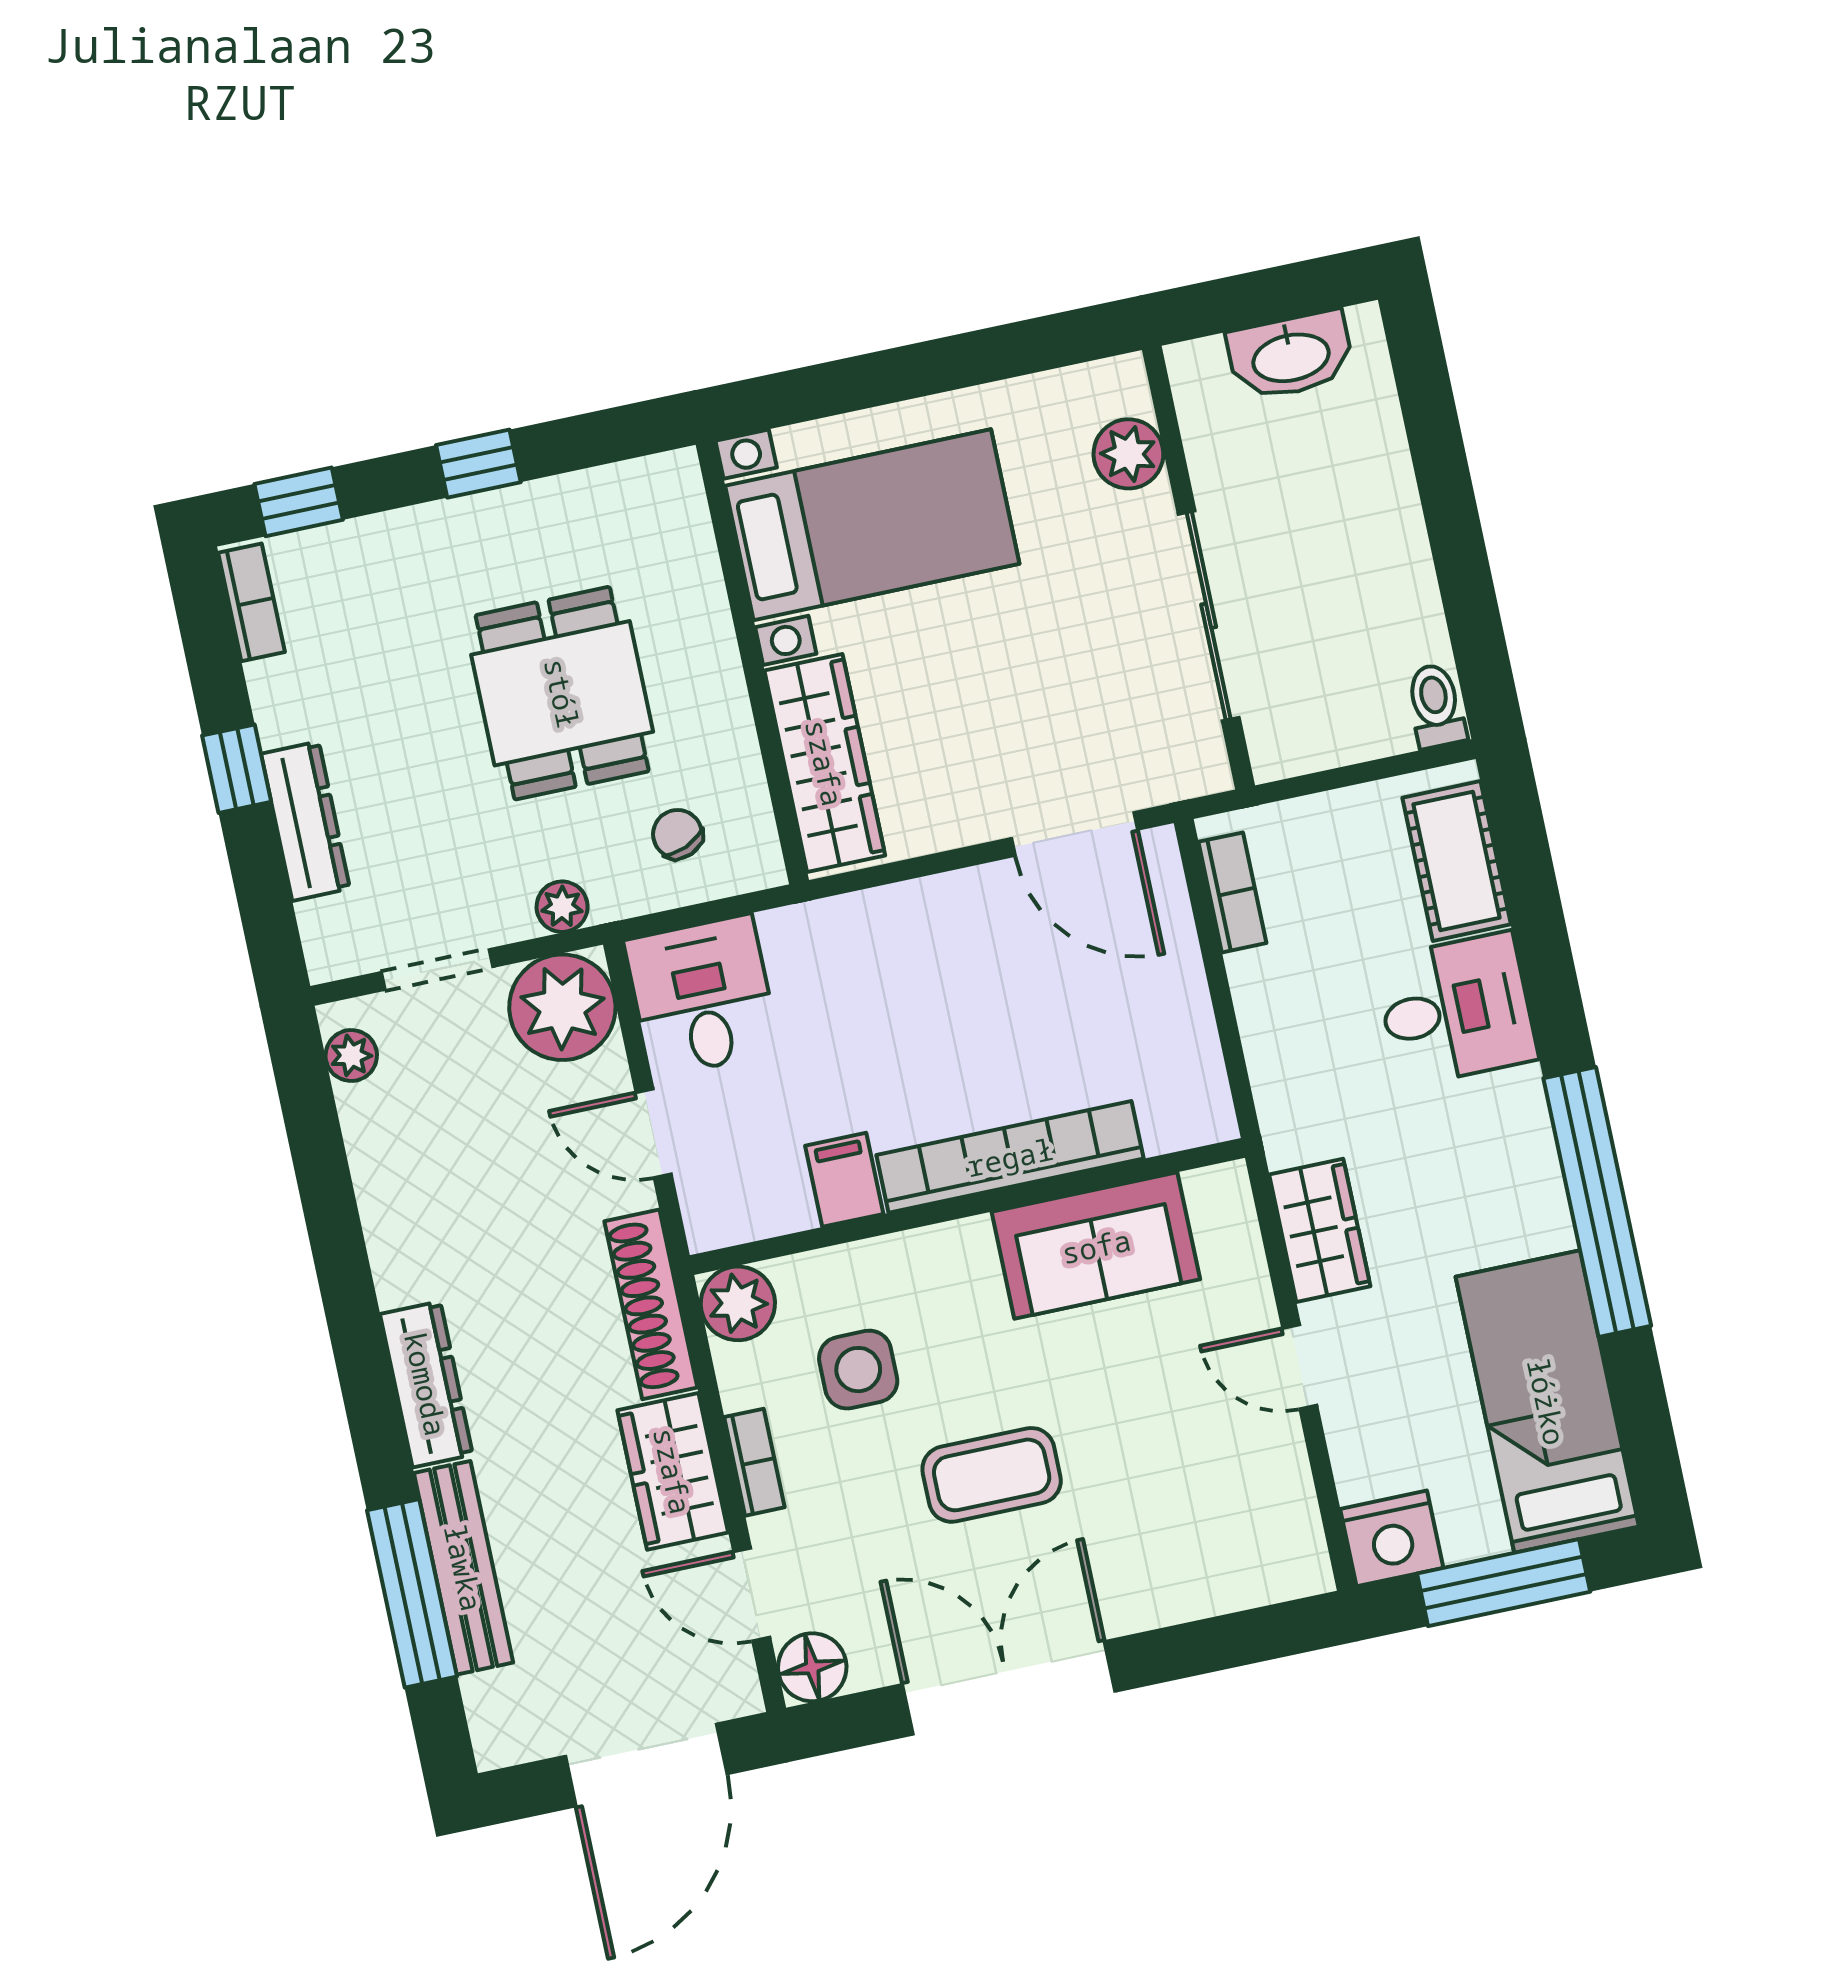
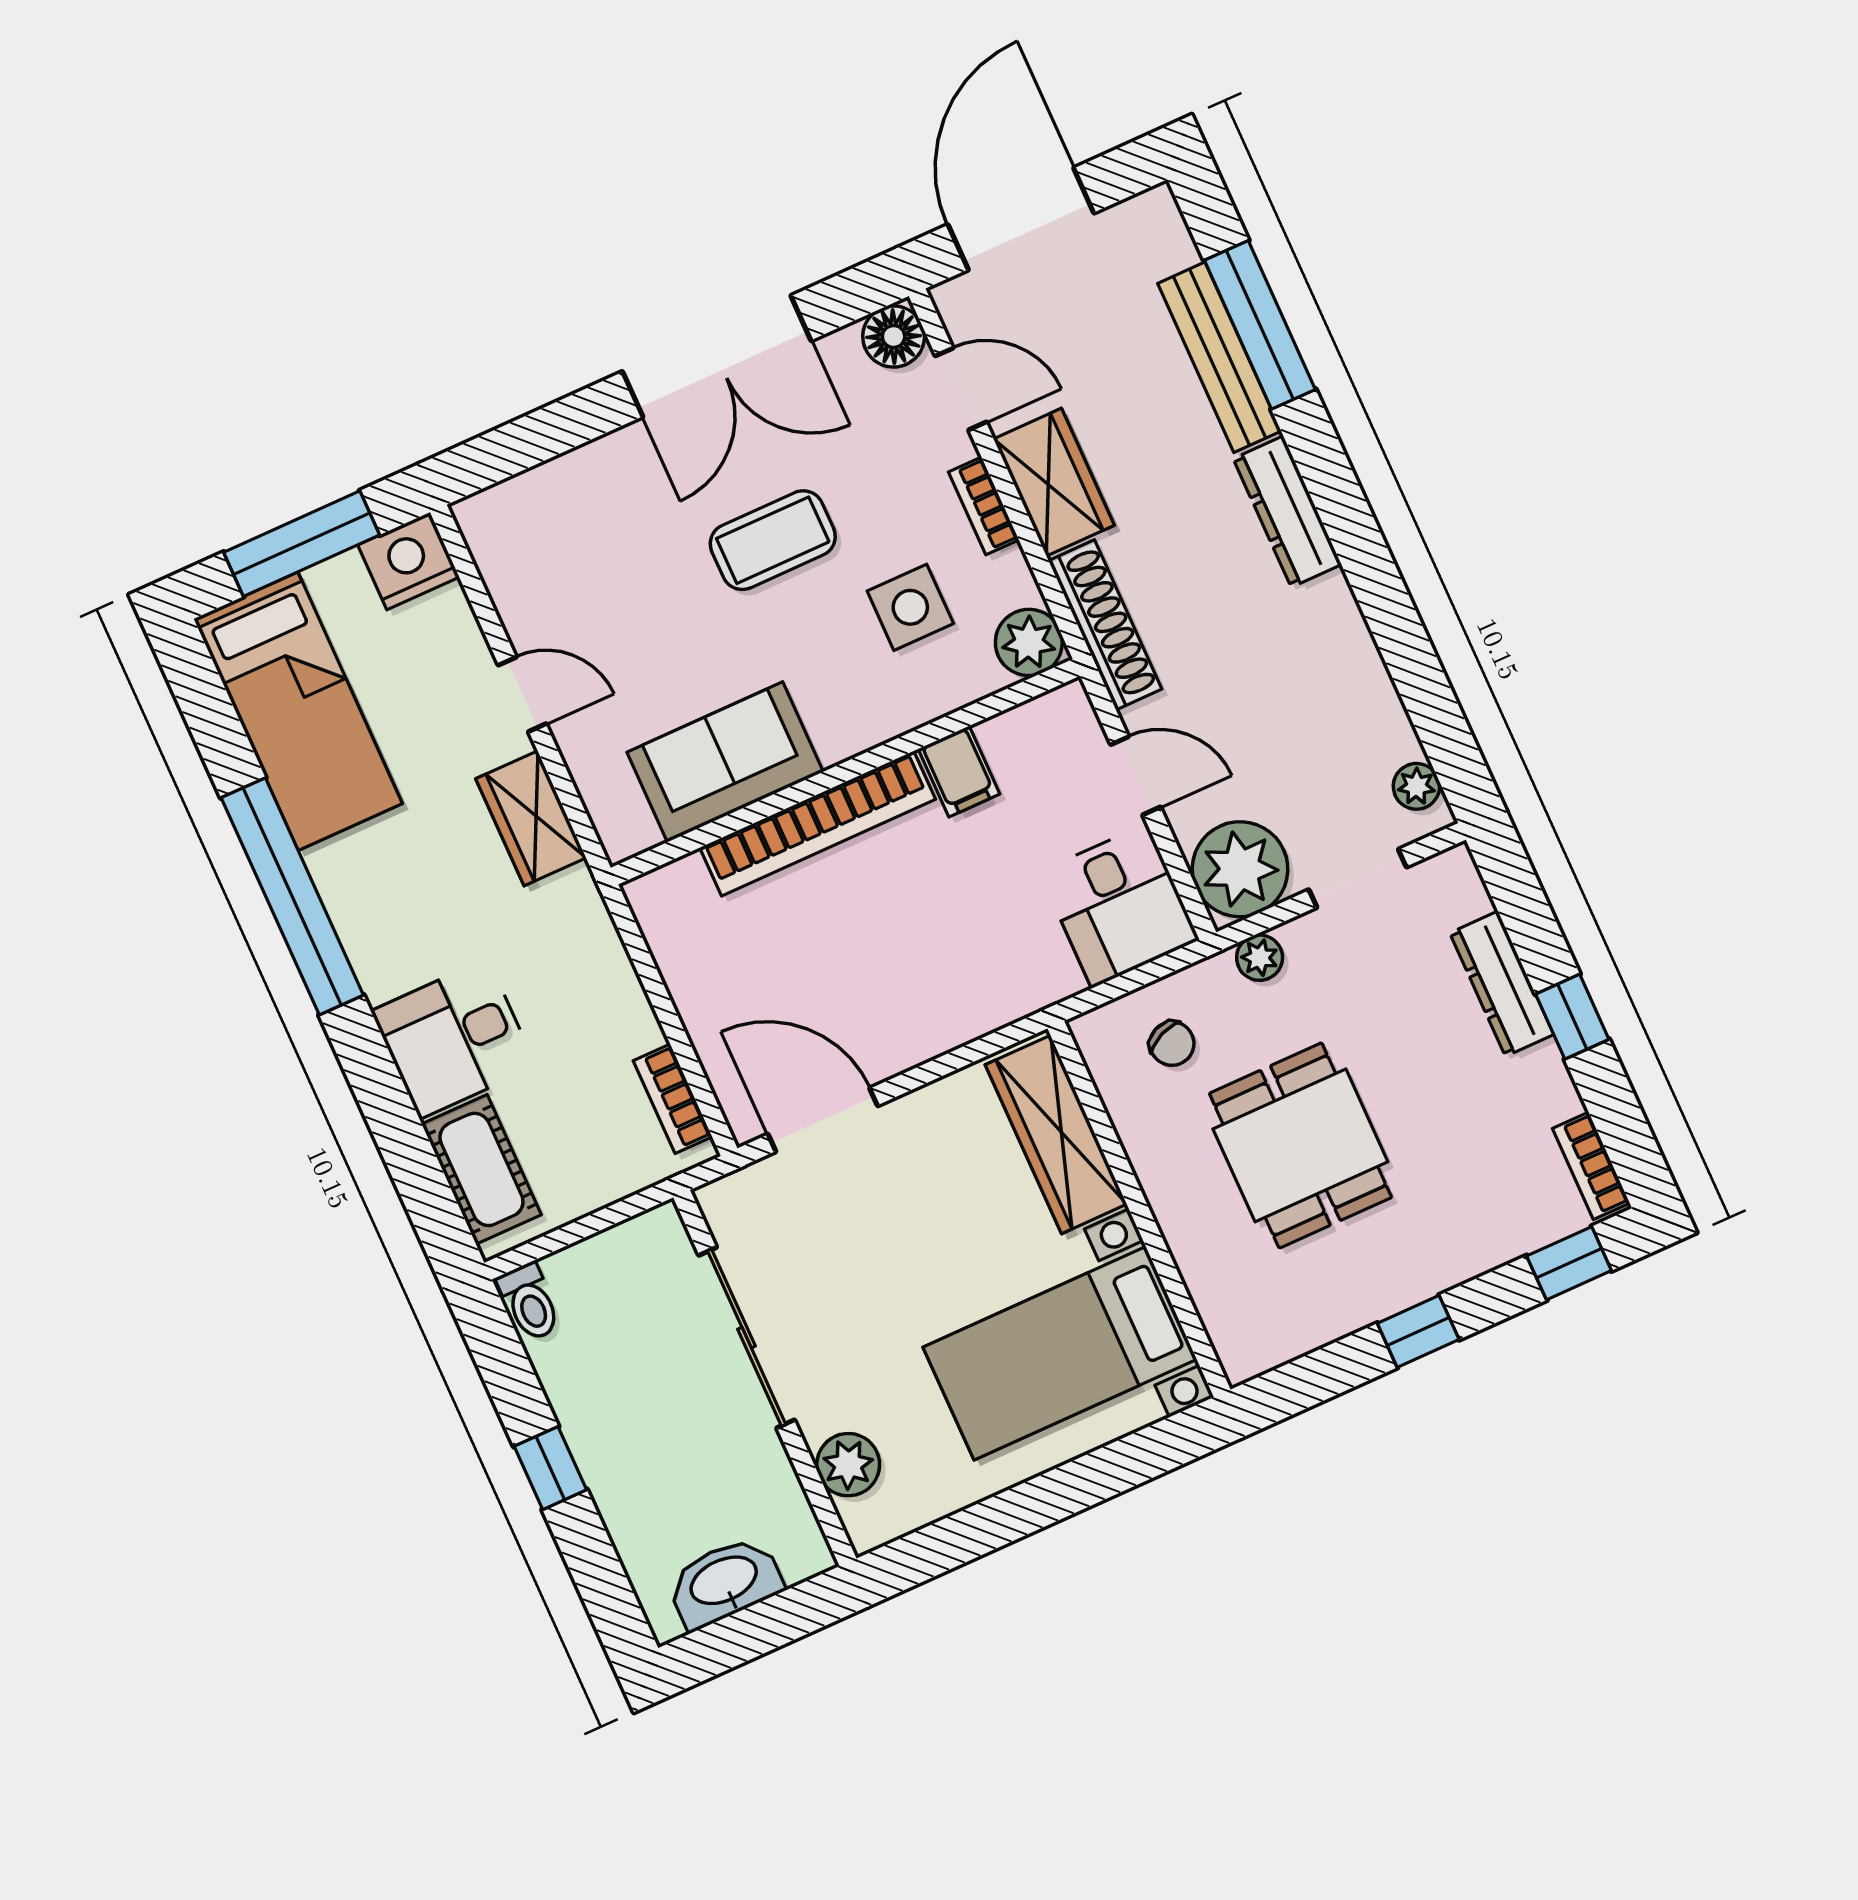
window: (1452, 521) -> (550, 1468), added

